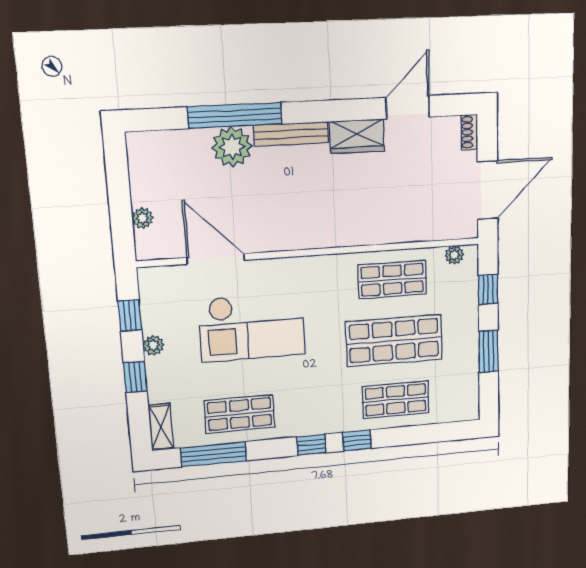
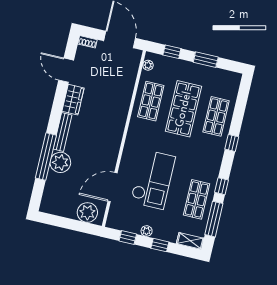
plant: (143, 218) -> (87, 212), width x1.88, depth x1.88
window: (311, 445) -> (222, 186), moved

